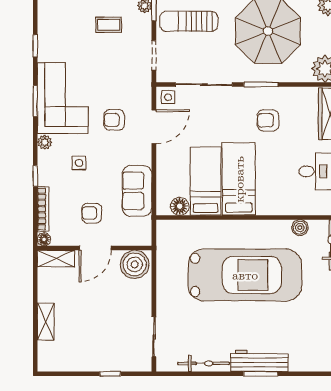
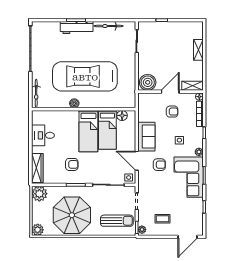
door: (154, 127) -> (137, 161), hinge flipped
sofa: (137, 191) -> (146, 137), moved
boiler: (300, 228) -> (74, 103), moved

